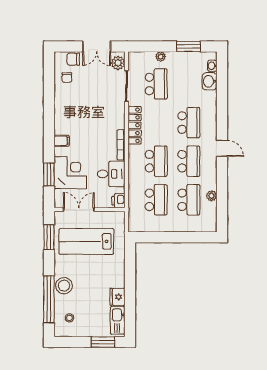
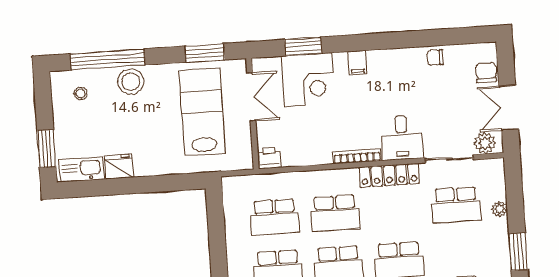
chair: (67, 77) -> (435, 58), moved
desk: (111, 174) -> (402, 138), moved

